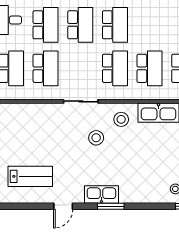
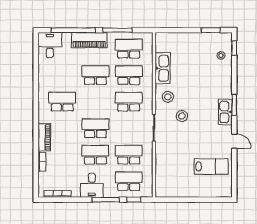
school desk: (115, 25) -> (95, 75), moved
lab bench: (30, 176) -> (211, 166), turned 90

